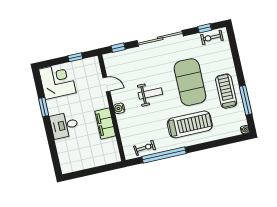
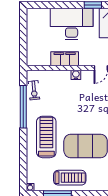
weight bench: (150, 93) -> (83, 107), removed
treadmill: (190, 124) -> (46, 137), turned 180
desk: (64, 125) -> (72, 24), width x1.87, depth x1.30

